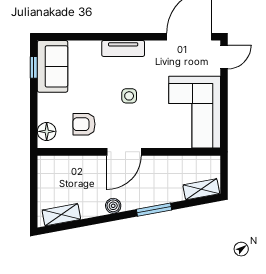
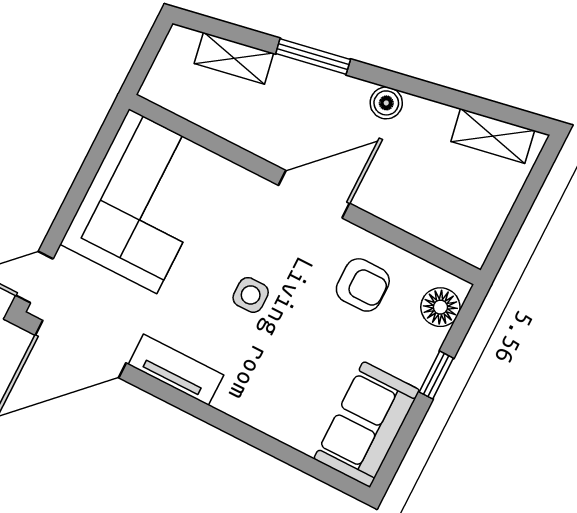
tv unit: (123, 48) -> (176, 370), moved
window: (34, 67) -> (436, 375), moved
shelving: (201, 189) -> (234, 58), moved

